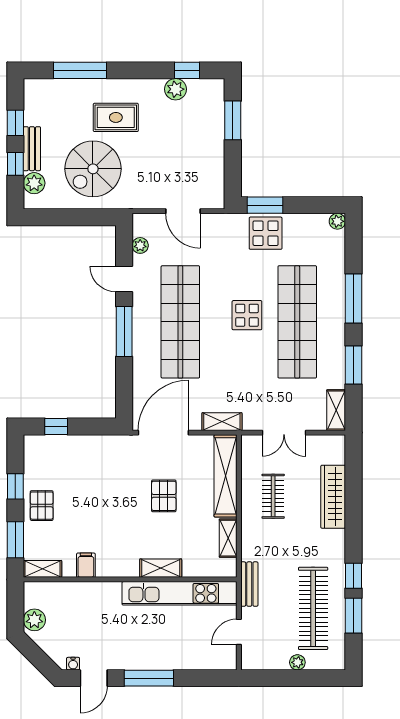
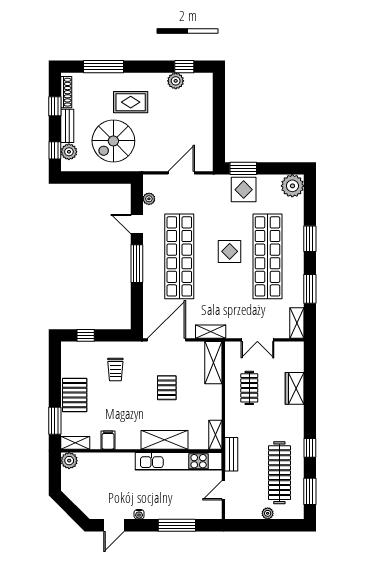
shoe rack: (31, 104) -> (66, 92), added
window: (233, 120) -> (219, 104), removed
window: (15, 164) -> (55, 150), moved
door: (183, 211) -> (181, 173), swing flipped
plant: (337, 221) -> (292, 186), width x1.87, depth x1.87
window: (353, 298) -> (310, 239), width x0.69
trolley: (96, 472) -> (115, 370), added
shelving: (226, 476) -> (213, 363), width x0.68
window: (15, 486) -> (55, 381), removed
wardrobe: (333, 497) -> (295, 388), width x0.67
pallet: (42, 506) -> (75, 395), width x1.50, depth x1.42
shelving: (228, 538) -> (215, 435), moved
shelving: (161, 568) -> (165, 440), width x1.50, depth x1.33
window: (353, 616) -> (310, 491), moved
plant: (34, 620) -> (69, 461), moved
water cooler: (73, 664) -> (139, 514), moved
window: (149, 678) -> (177, 525), moved

